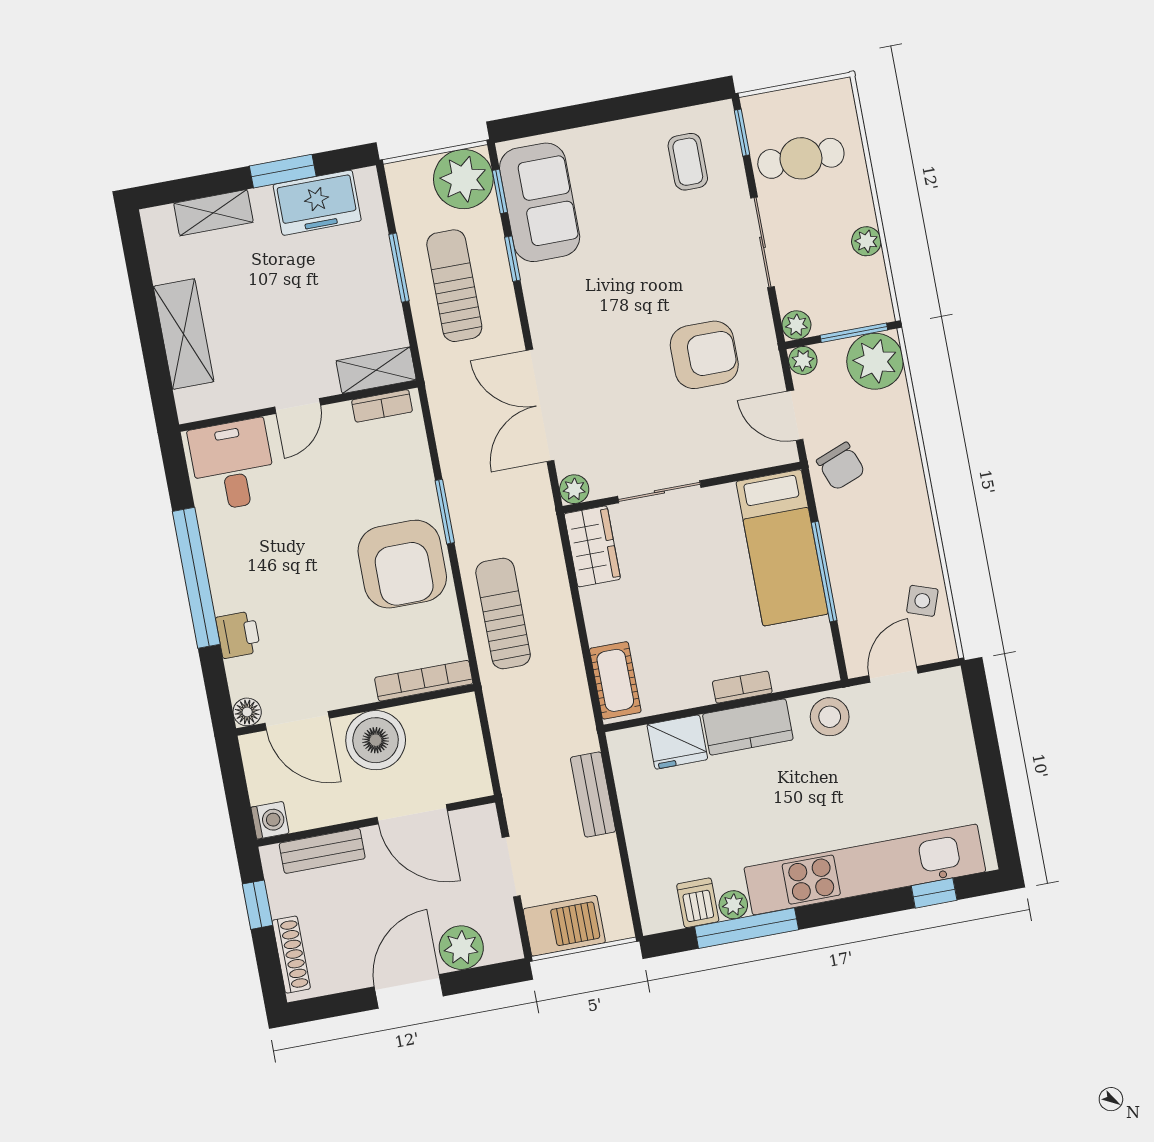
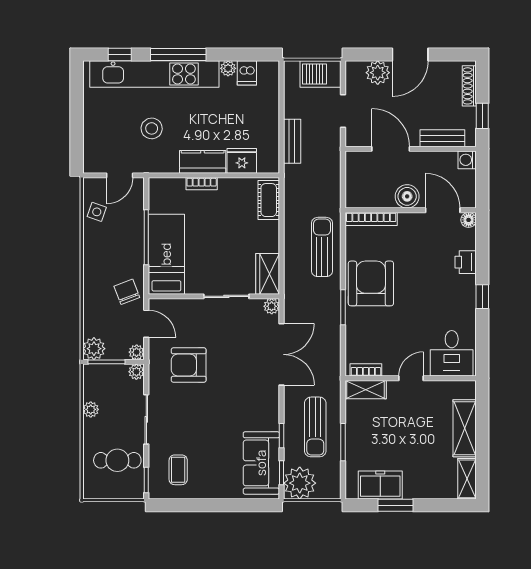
shelving: (213, 213) -> (467, 479), moved, turned 90
plant: (875, 361) -> (94, 349), width x0.73, depth x0.73
window: (196, 578) -> (482, 297), width x0.32
sun lounger: (503, 614) -> (322, 247), turned 180
stool: (830, 717) -> (152, 128), moved
boiler: (376, 740) -> (407, 196), width x0.73, depth x0.73
window: (747, 928) -> (178, 55), moved

